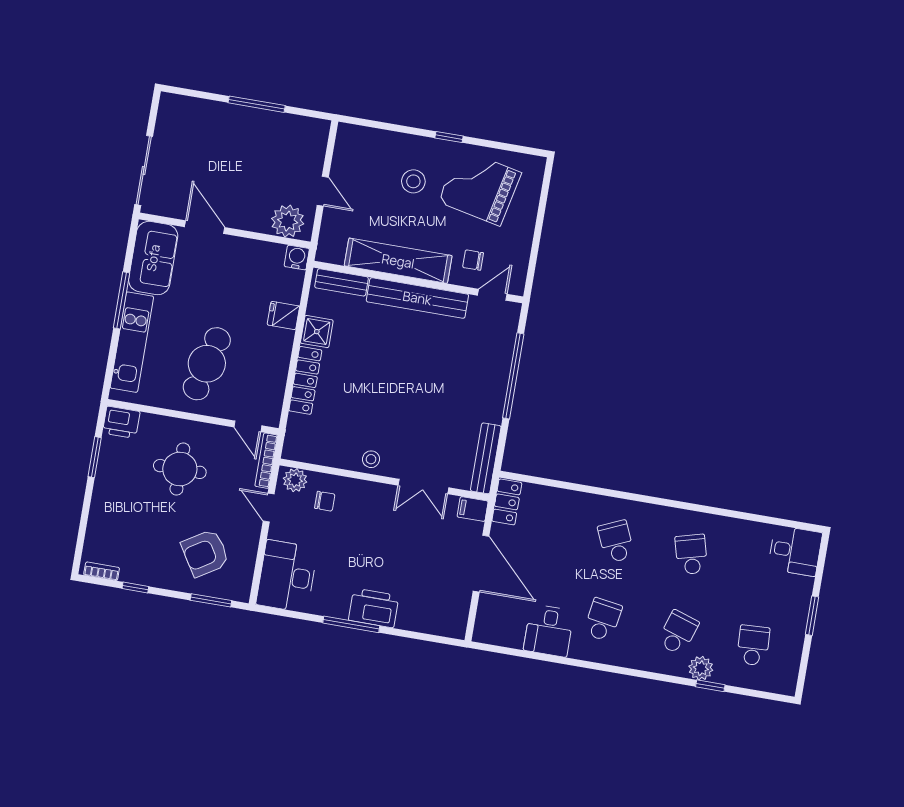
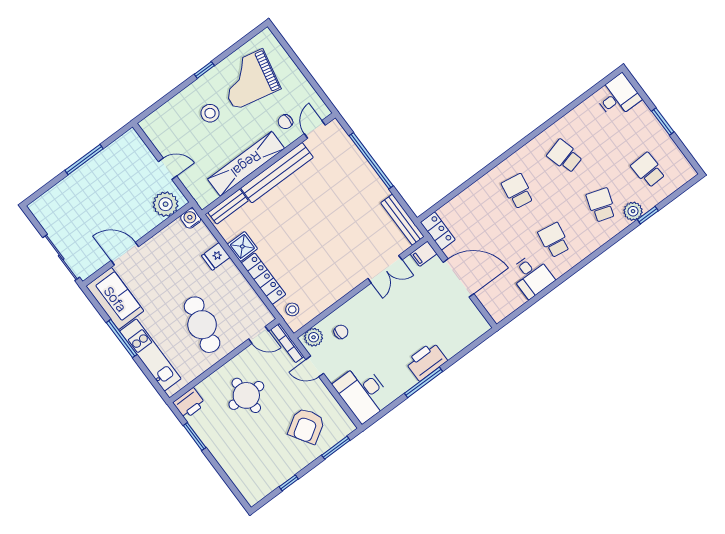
stool: (371, 459) -> (292, 309), moved
school desk: (616, 542) -> (518, 191), turned 33
bookcase: (102, 571) -> (262, 493), removed

